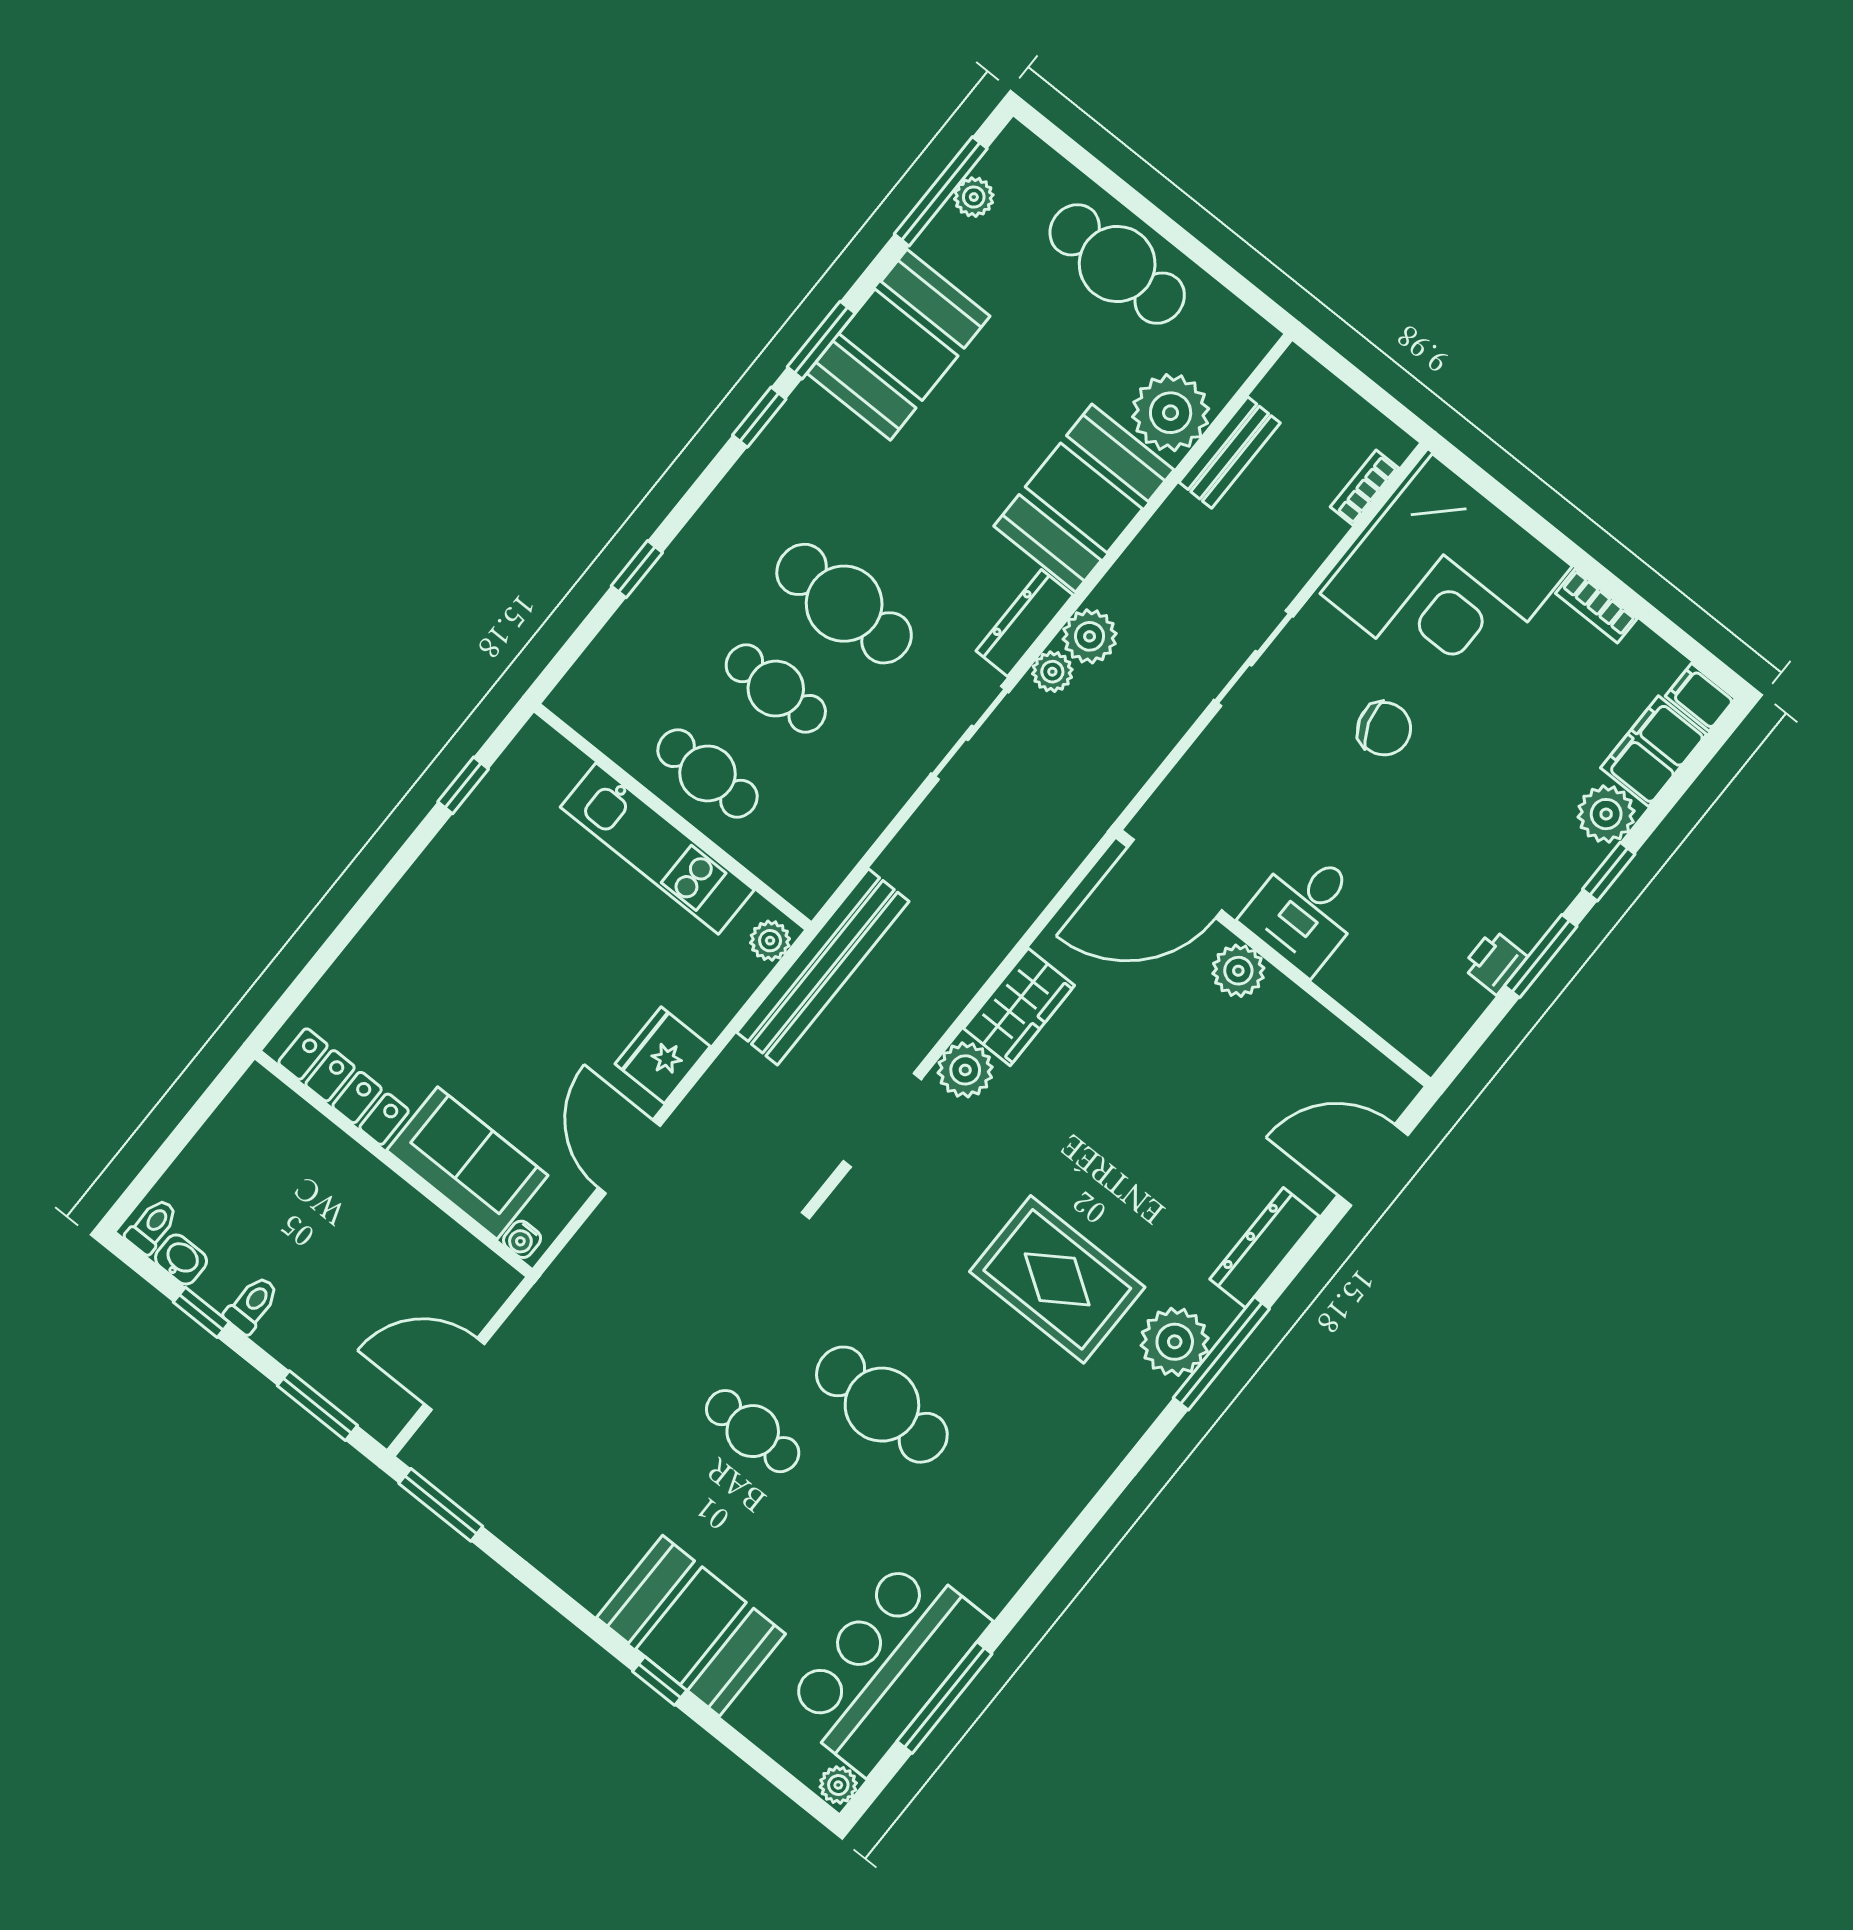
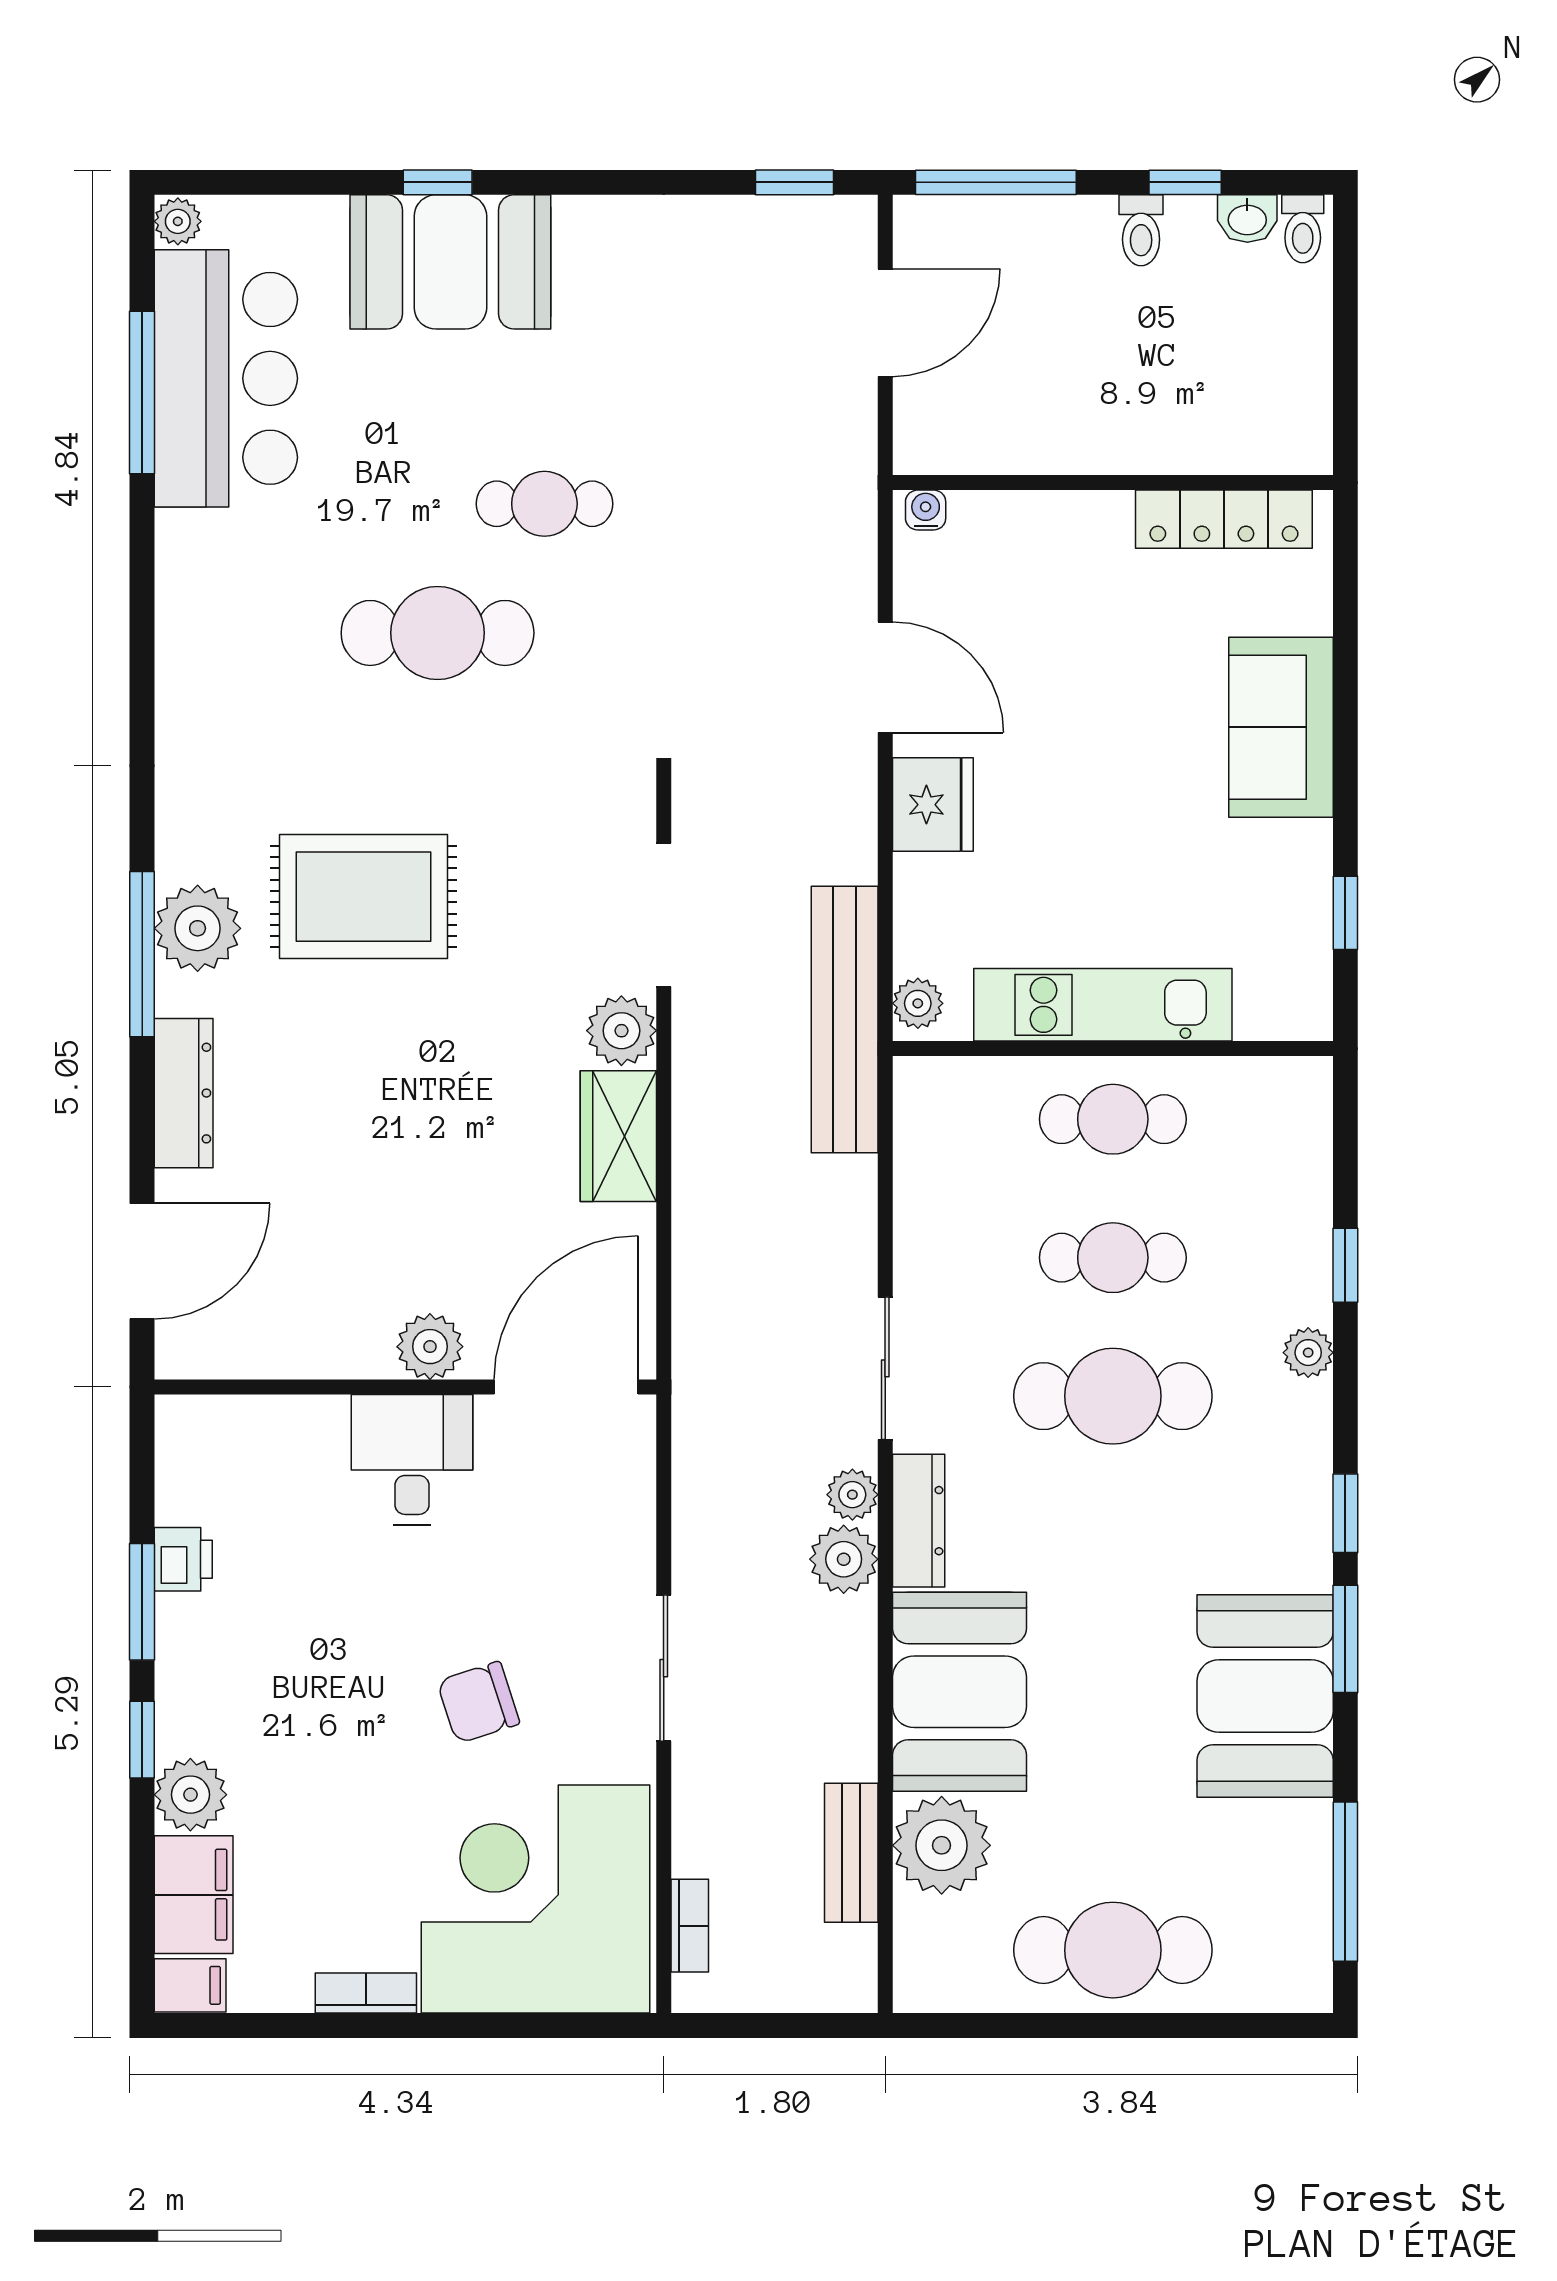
plant: (974, 197) -> (1308, 1353), moved
sofa: (467, 1163) -> (1281, 727), moved, turned 90
window: (317, 1406) -> (996, 182), width x1.44
window: (441, 1505) -> (795, 182), width x0.67

